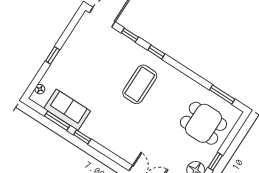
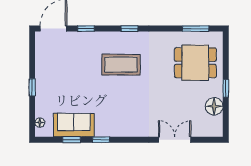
window: (156, 52) -> (129, 29), moved
coffee table: (140, 84) -> (121, 65), turned 90
window: (57, 121) -> (71, 140), width x0.67

